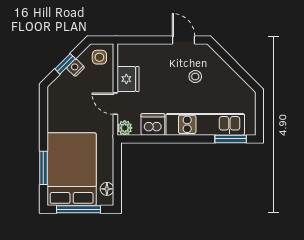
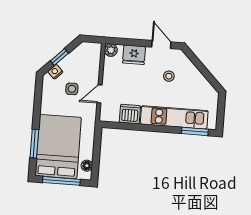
side table: (99, 57) -> (72, 89), moved
nightstand: (75, 68) -> (55, 72), moved
fridge: (128, 79) -> (134, 55), moved, turned 90
door: (115, 104) -> (100, 94), hinge flipped
plant: (125, 128) -> (111, 50), moved

